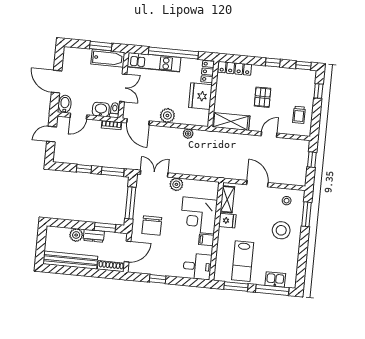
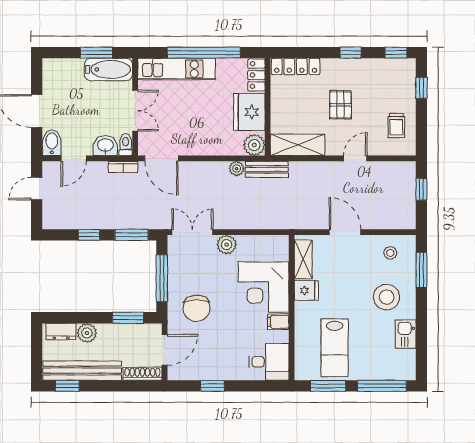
plant: (167, 115) -> (254, 145), moved
bench: (208, 136) -> (267, 169), added
dresser: (94, 236) -> (61, 332), moved
window: (59, 270) -> (67, 386), added
kitchen sink: (275, 280) -> (406, 334), moved, turned -90

